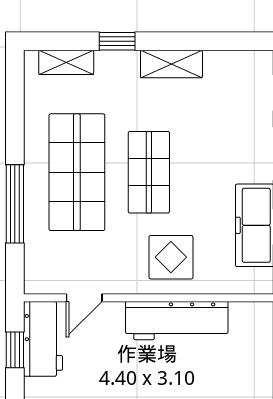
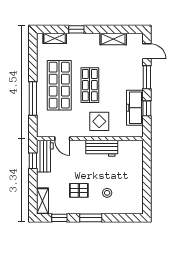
shelving: (171, 64) -> (113, 39), moved
door: (84, 298) -> (62, 139), hinge flipped
workbench: (177, 321) -> (102, 148), width x0.73

